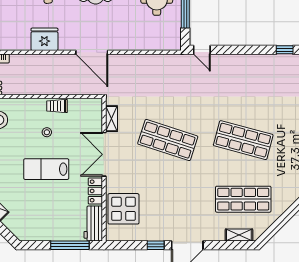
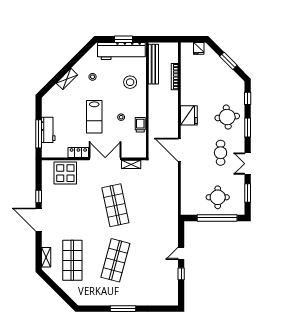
door: (202, 50) -> (181, 253), moved
window: (285, 50) -> (181, 274), moved
door: (92, 52) -> (179, 150), hinge flipped
shop shelf: (168, 140) -> (115, 205), turned -30
lab bench: (46, 169) -> (94, 117), turned 180
workbench: (93, 224) -> (48, 130), moved, turned 90

